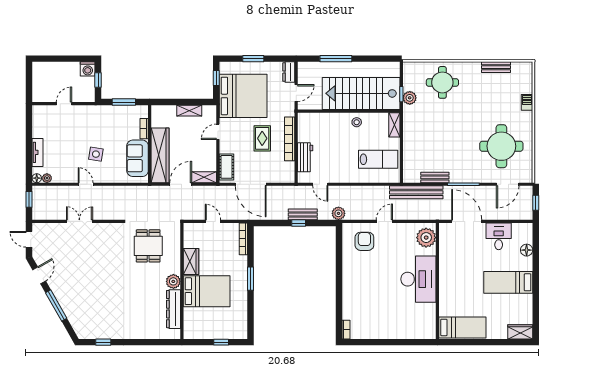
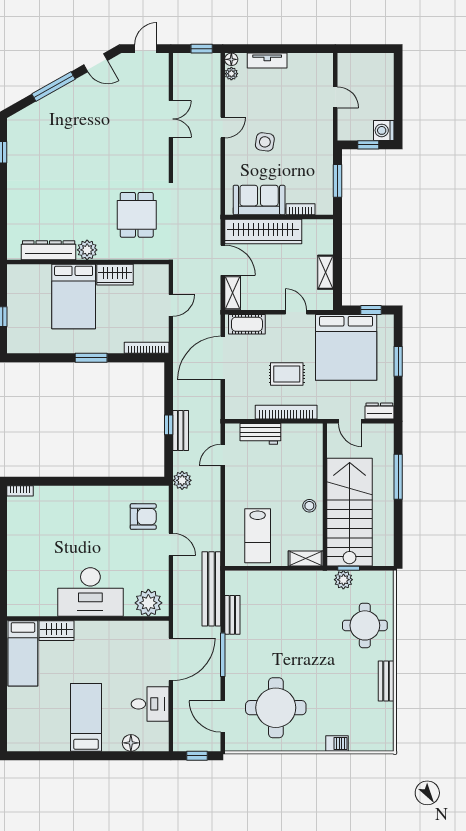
bench: (496, 67) -> (386, 681), moved
dining table: (148, 246) -> (137, 215), turned 90
wardrobe: (520, 332) -> (56, 631), moved, turned 90

